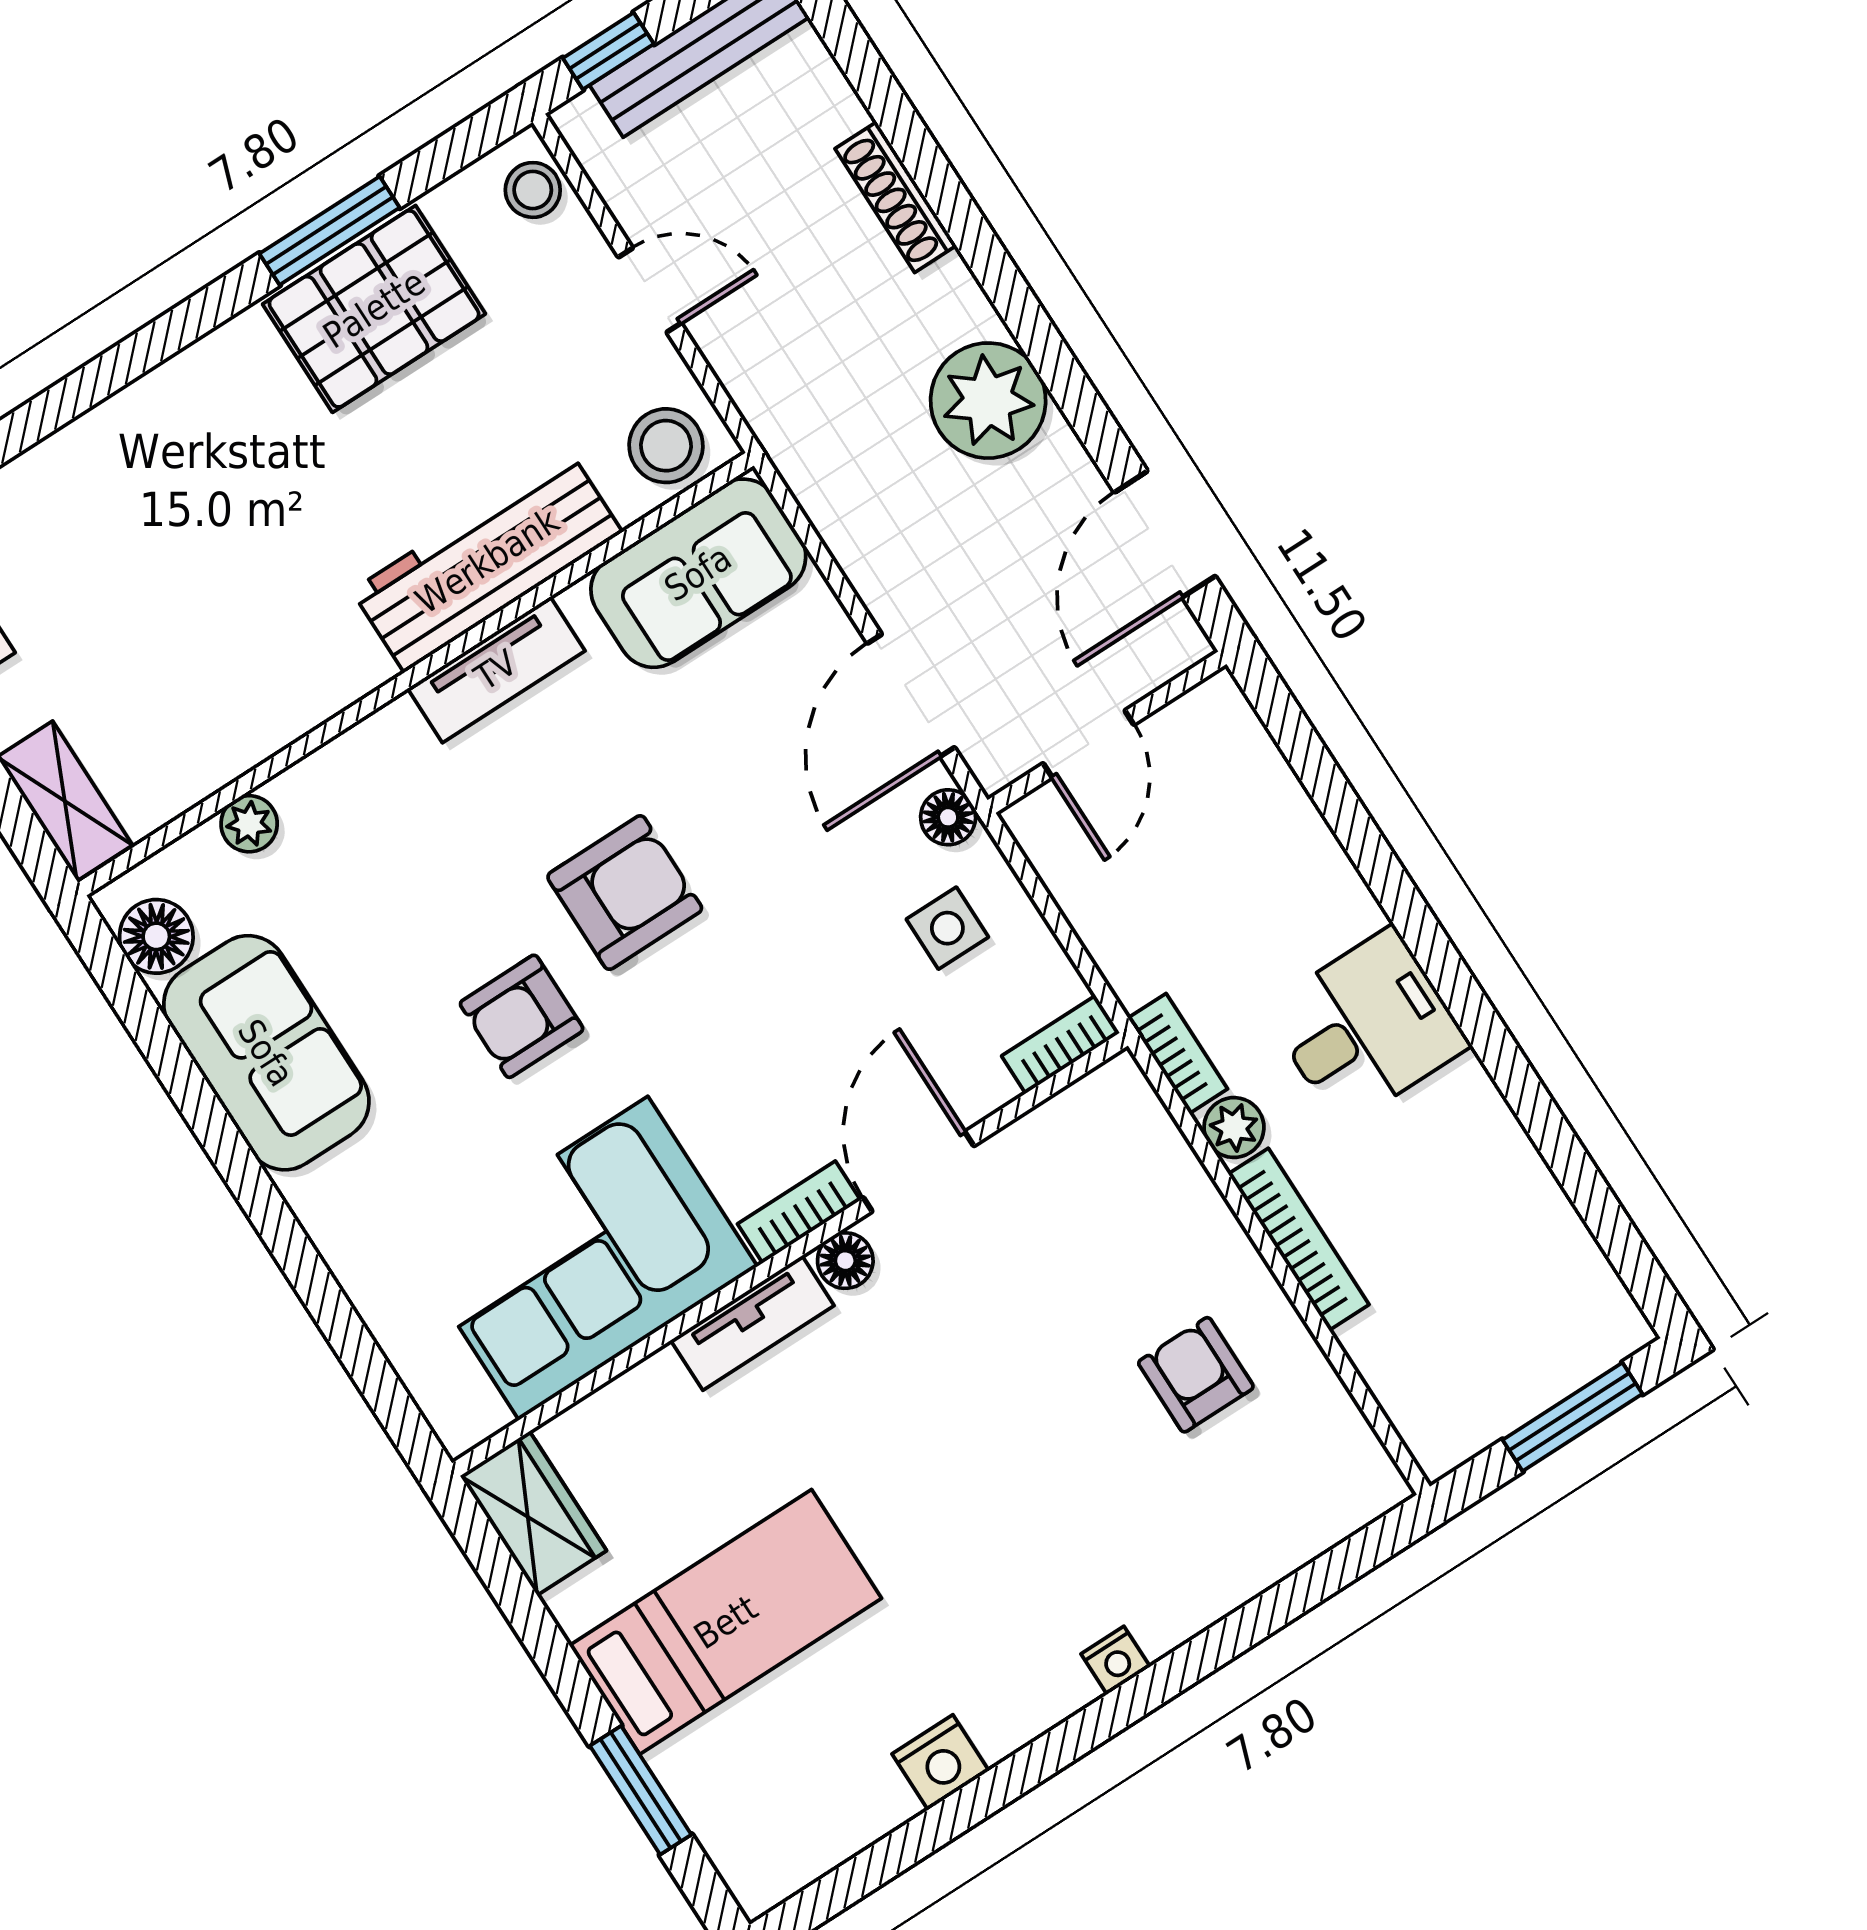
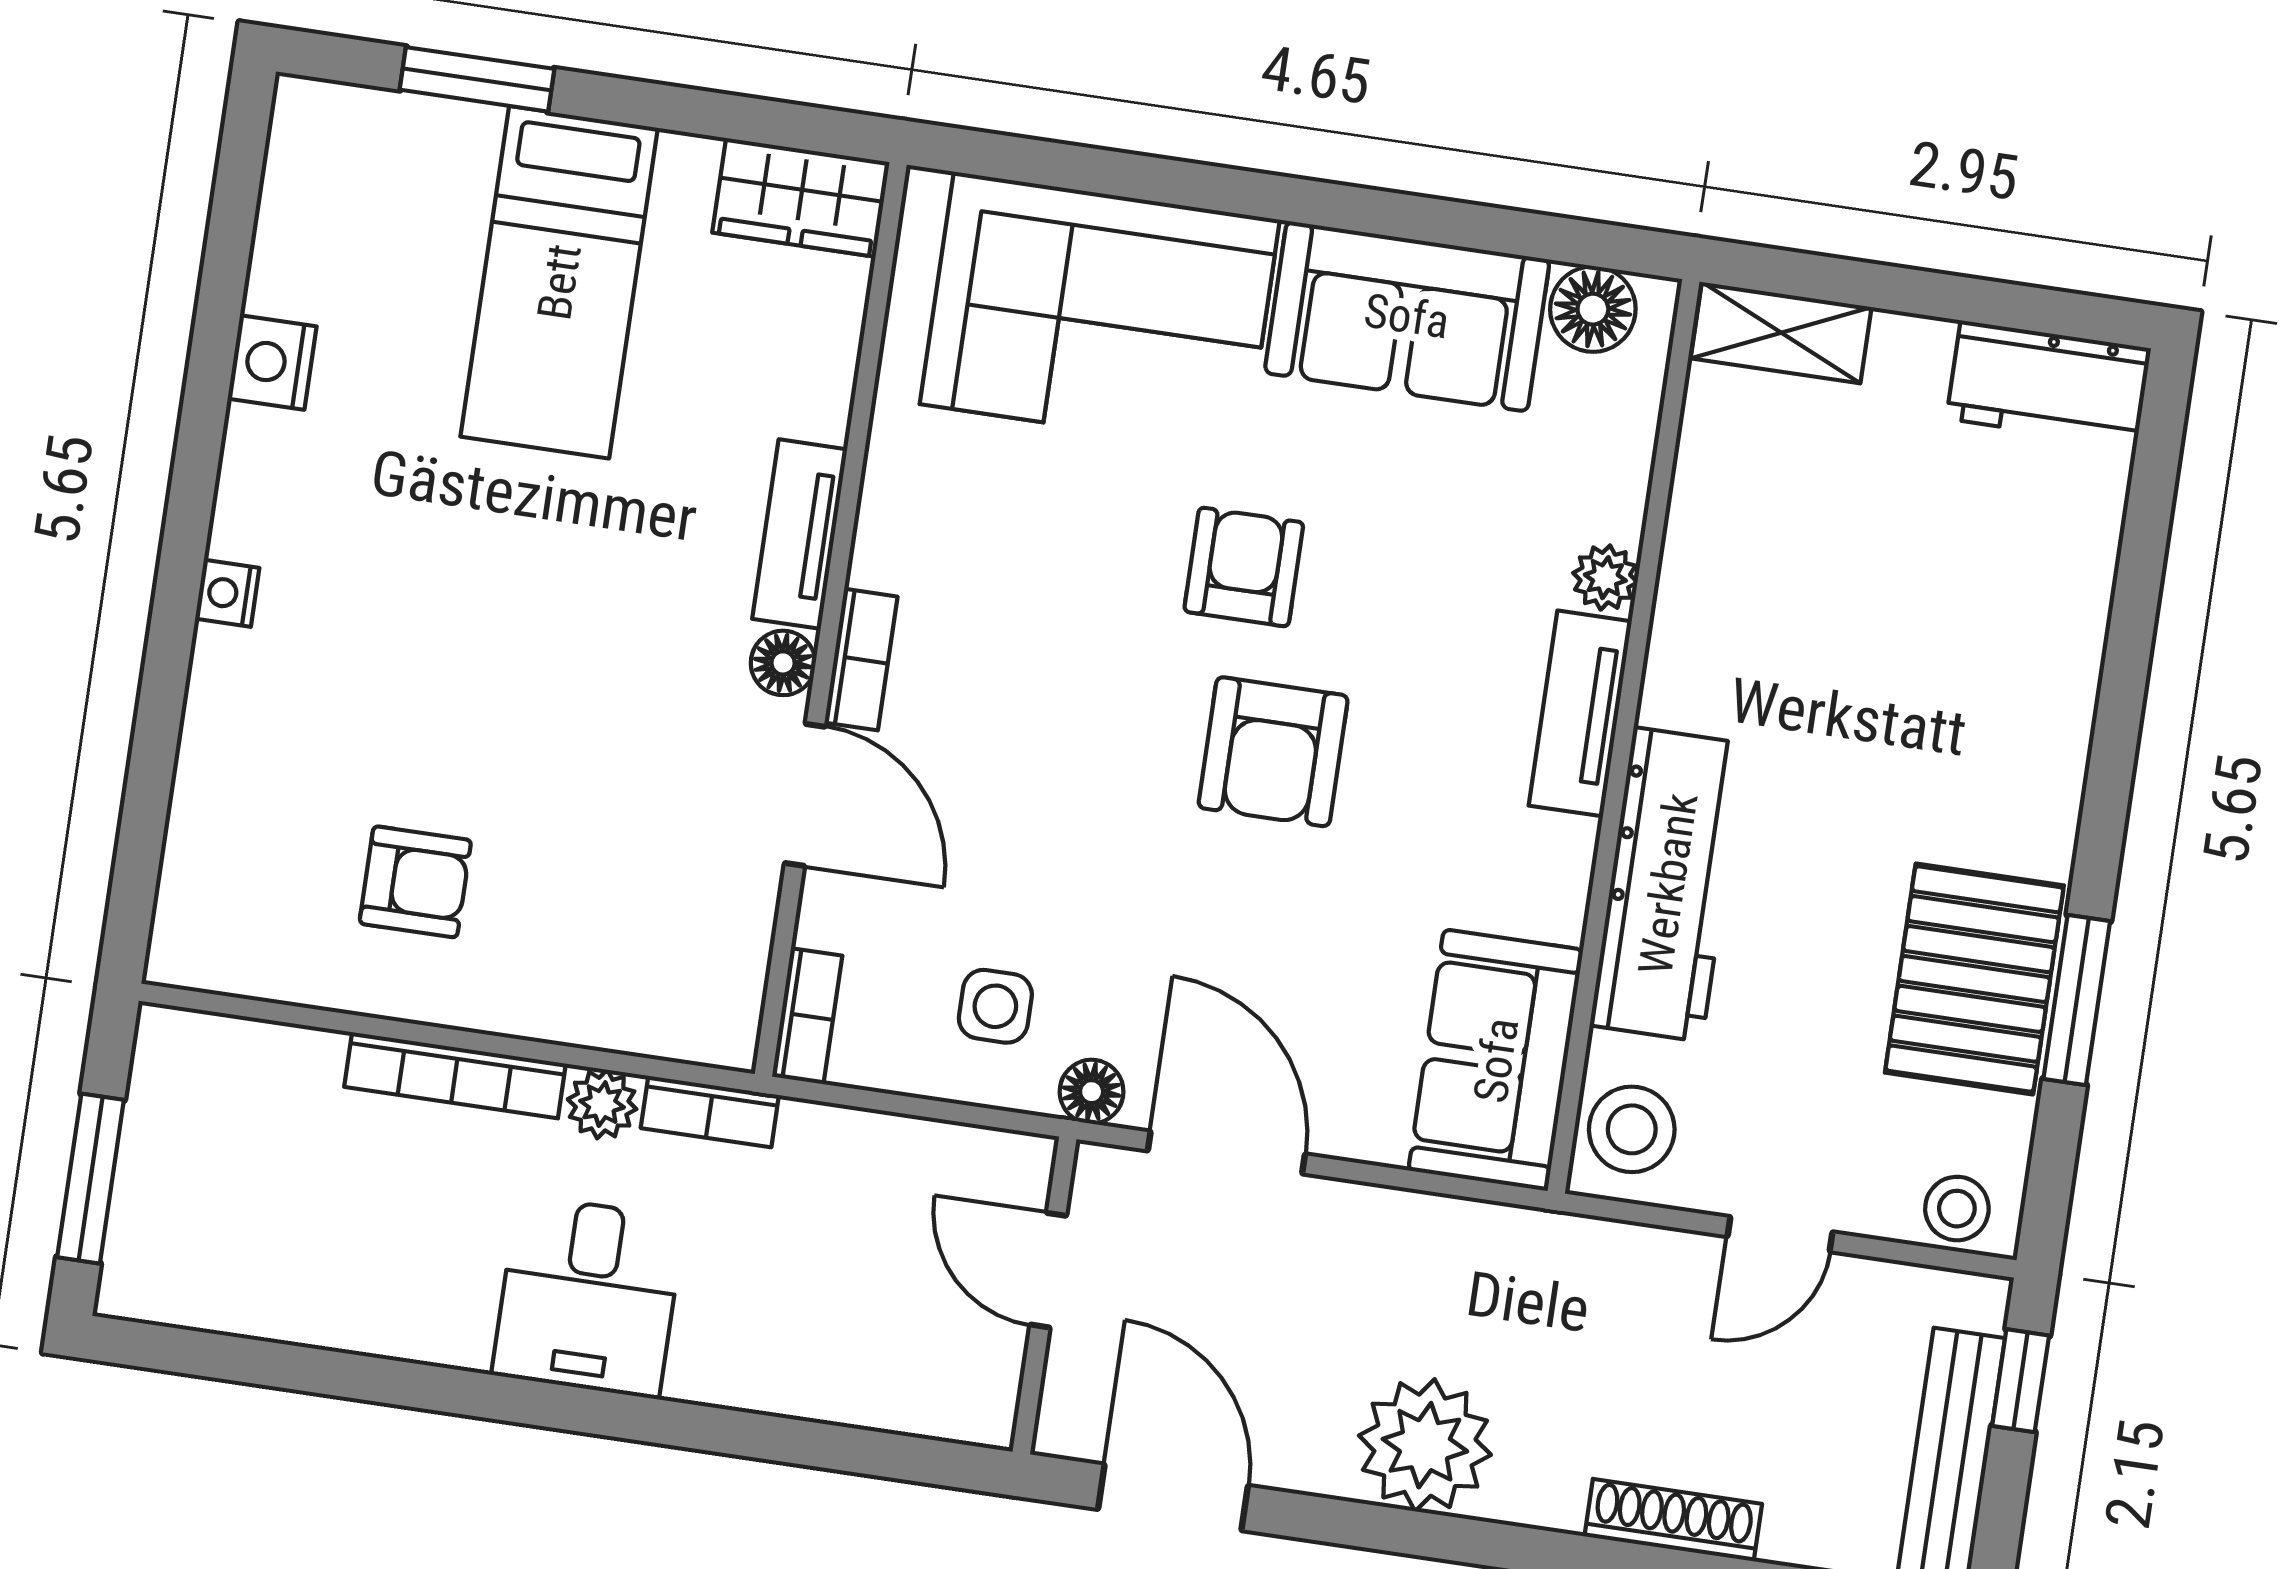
tv unit: (496, 670) -> (1580, 713), moved
plant: (249, 824) -> (1605, 578), moved
corner sofa: (583, 1258) -> (1100, 312), moved, turned 90

